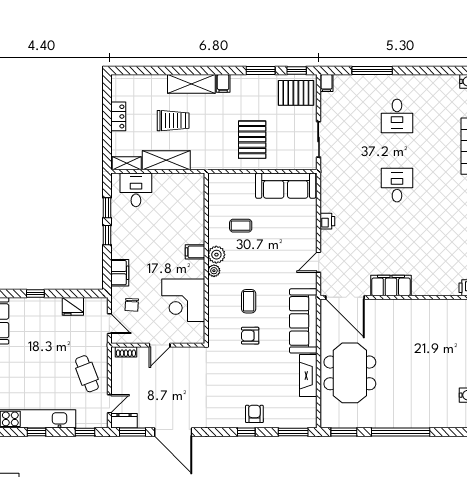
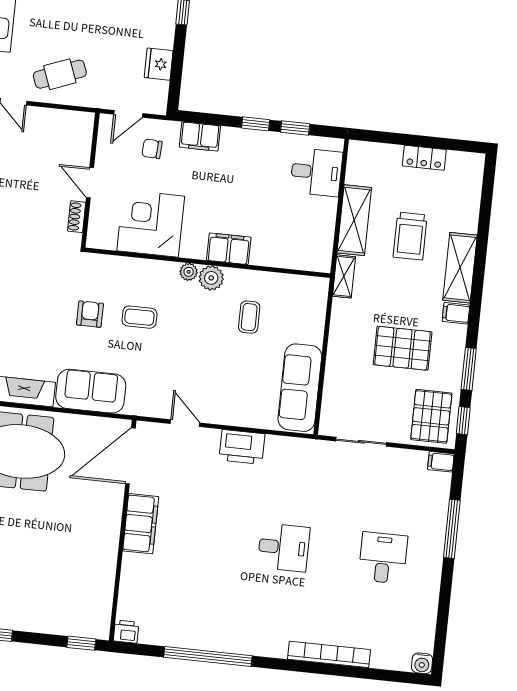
desk: (397, 116) -> (383, 558), turned 90
pallet: (252, 140) -> (403, 348), moved
shelving: (127, 163) -> (344, 276), moved
printer: (327, 221) -> (242, 447), width x1.87, depth x1.48
filing cabinet: (195, 252) -> (229, 249), width x2.00
sofa: (303, 321) -> (91, 391), width x0.73
shoe rack: (126, 352) -> (77, 217), moved

